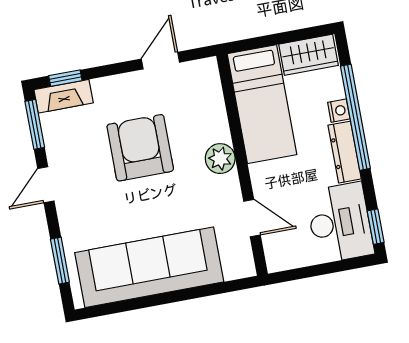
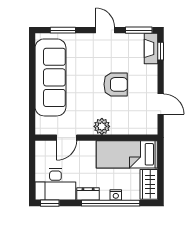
armchair: (140, 148) -> (116, 84), width x0.73, depth x0.73
dresser: (345, 152) -> (88, 194), width x0.70

